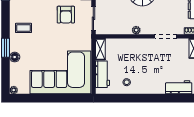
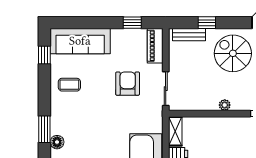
armchair: (66, 15) -> (128, 84), turned 180
coffee table: (24, 28) -> (69, 85), moved

